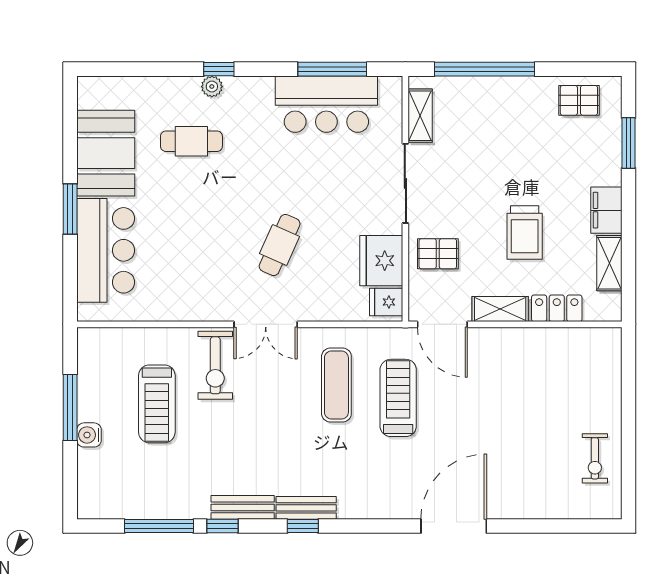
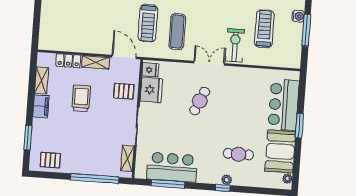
plant: (87, 98) -> (287, 179), added

